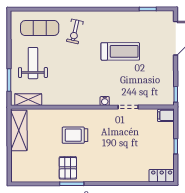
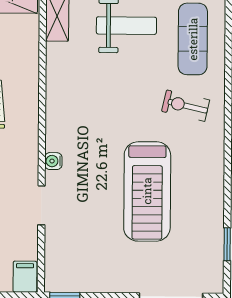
treadmill: (120, 51) -> (147, 191), width x1.37, depth x1.38

